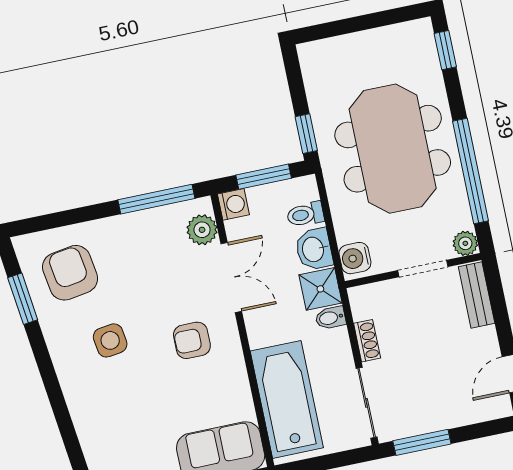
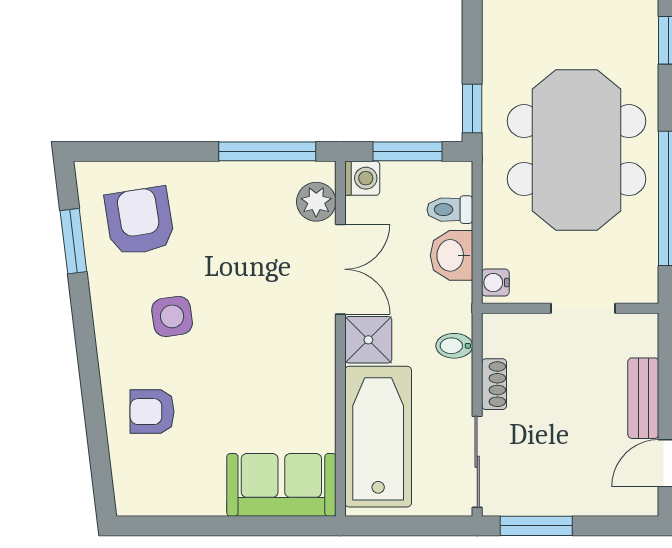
plant: (465, 243) -> (643, 288), removed
water cooler: (355, 258) -> (495, 283), width x0.72, depth x0.72
shower: (320, 289) -> (368, 340), moved
bench: (477, 295) -> (643, 398), moved
armchair: (192, 340) -> (152, 412), moved

